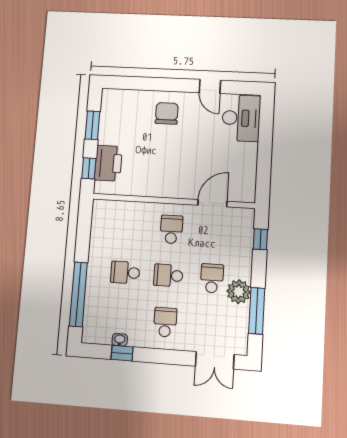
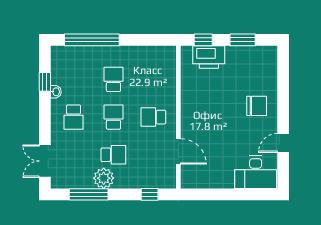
school desk: (171, 229) -> (153, 117), turned 180
school desk: (165, 322) -> (74, 117), turned 90
washbasin: (120, 340) -> (56, 92), moved

